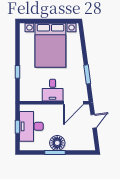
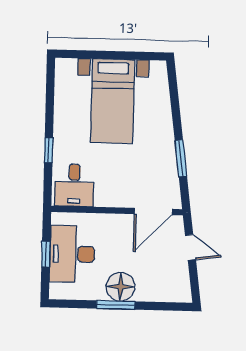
bed with nightstands: (50, 45) -> (113, 101), width x0.73
desk: (53, 90) -> (74, 185), moved
door: (94, 121) -> (190, 247), hinge flipped

